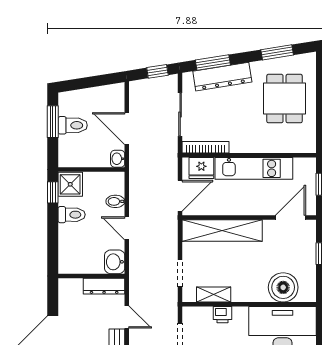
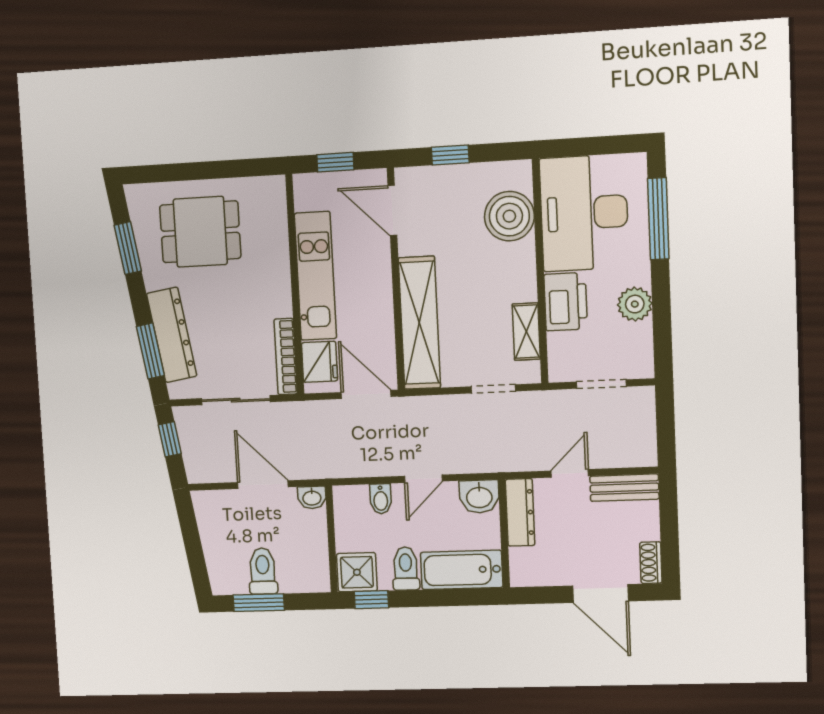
door: (127, 129) -> (263, 485), swing flipped
bathtub: (70, 249) -> (462, 570), added
printer: (222, 315) -> (566, 302), width x1.87, depth x1.48

